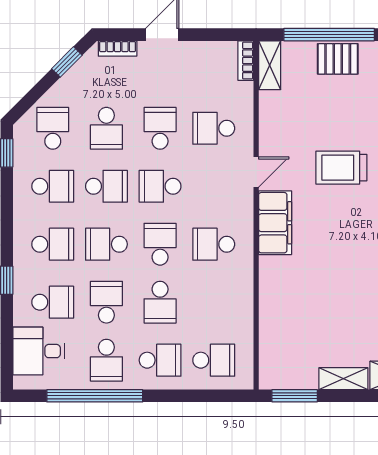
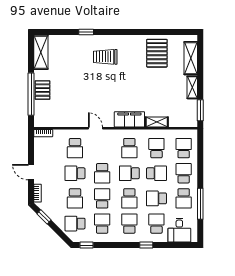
shelving: (270, 65) -> (157, 122), moved
school desk: (106, 128) -> (75, 198), turned 90
trolley: (341, 168) -> (93, 88), removed
filing cabinet: (275, 223) -> (129, 119), moved
school desk: (214, 302) -> (156, 148), added
school desk: (106, 360) -> (184, 198), turned 90
window: (95, 396) -> (200, 204), width x0.68

